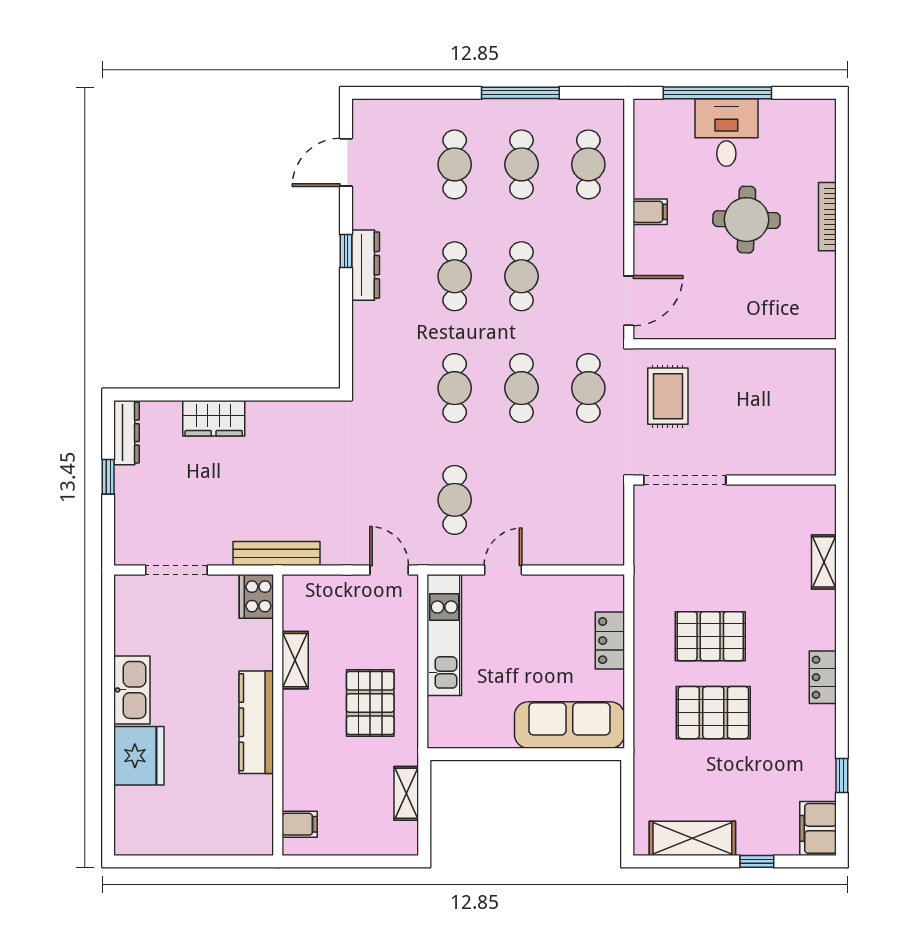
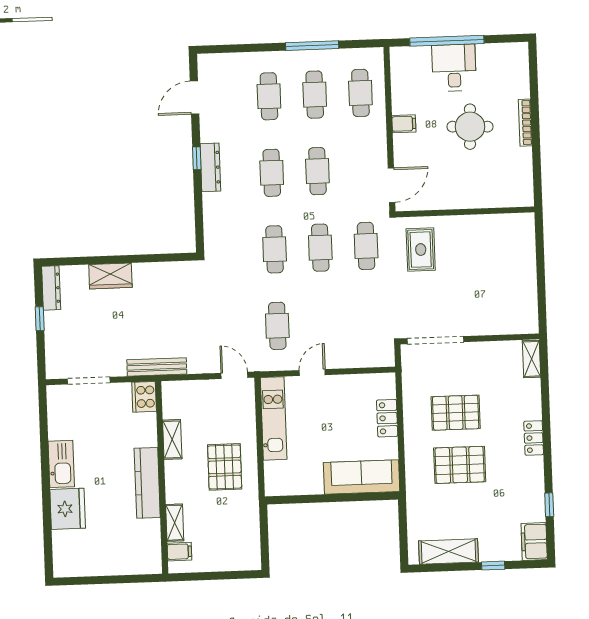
doorway: (685, 480) -> (436, 340), moved
wall: (735, 480) -> (470, 339), moved
shelving: (406, 793) -> (175, 523), moved

